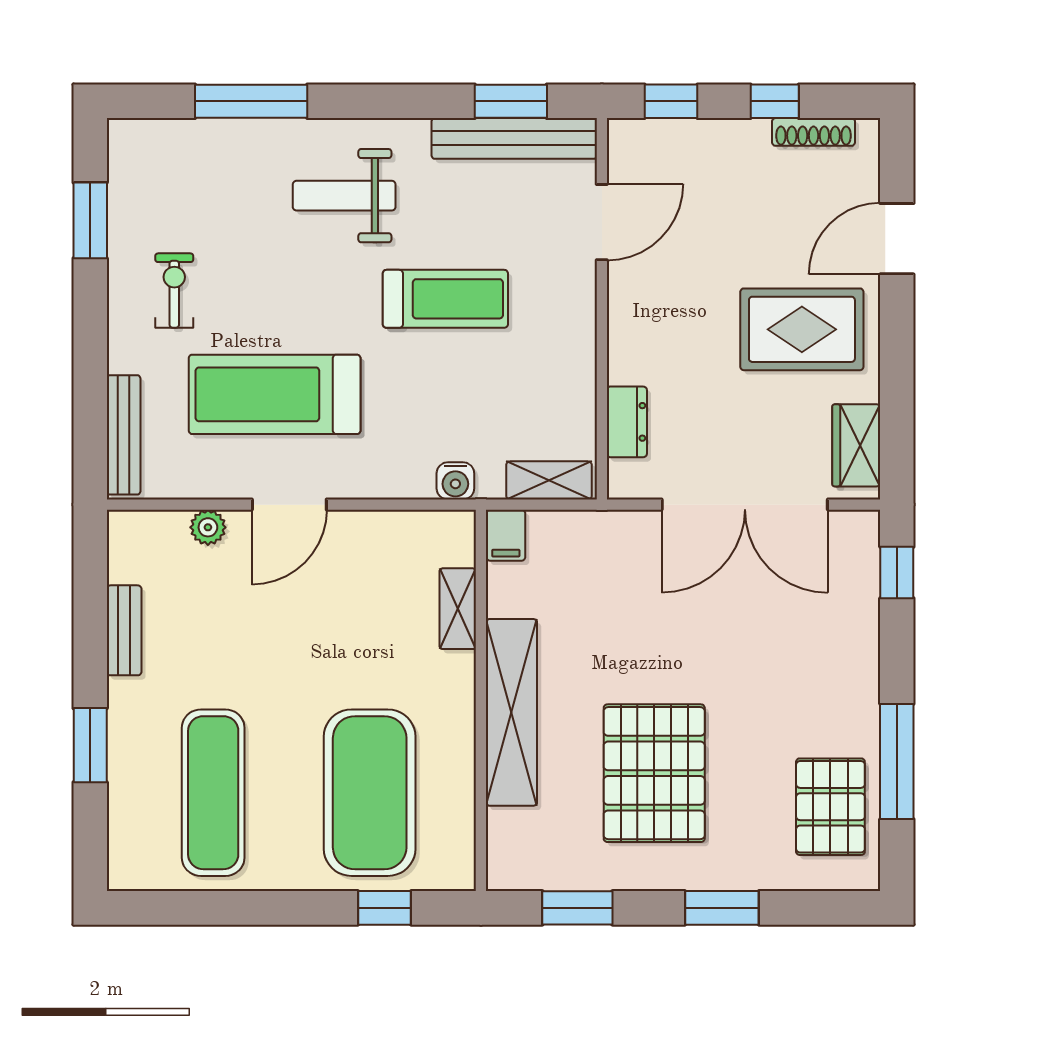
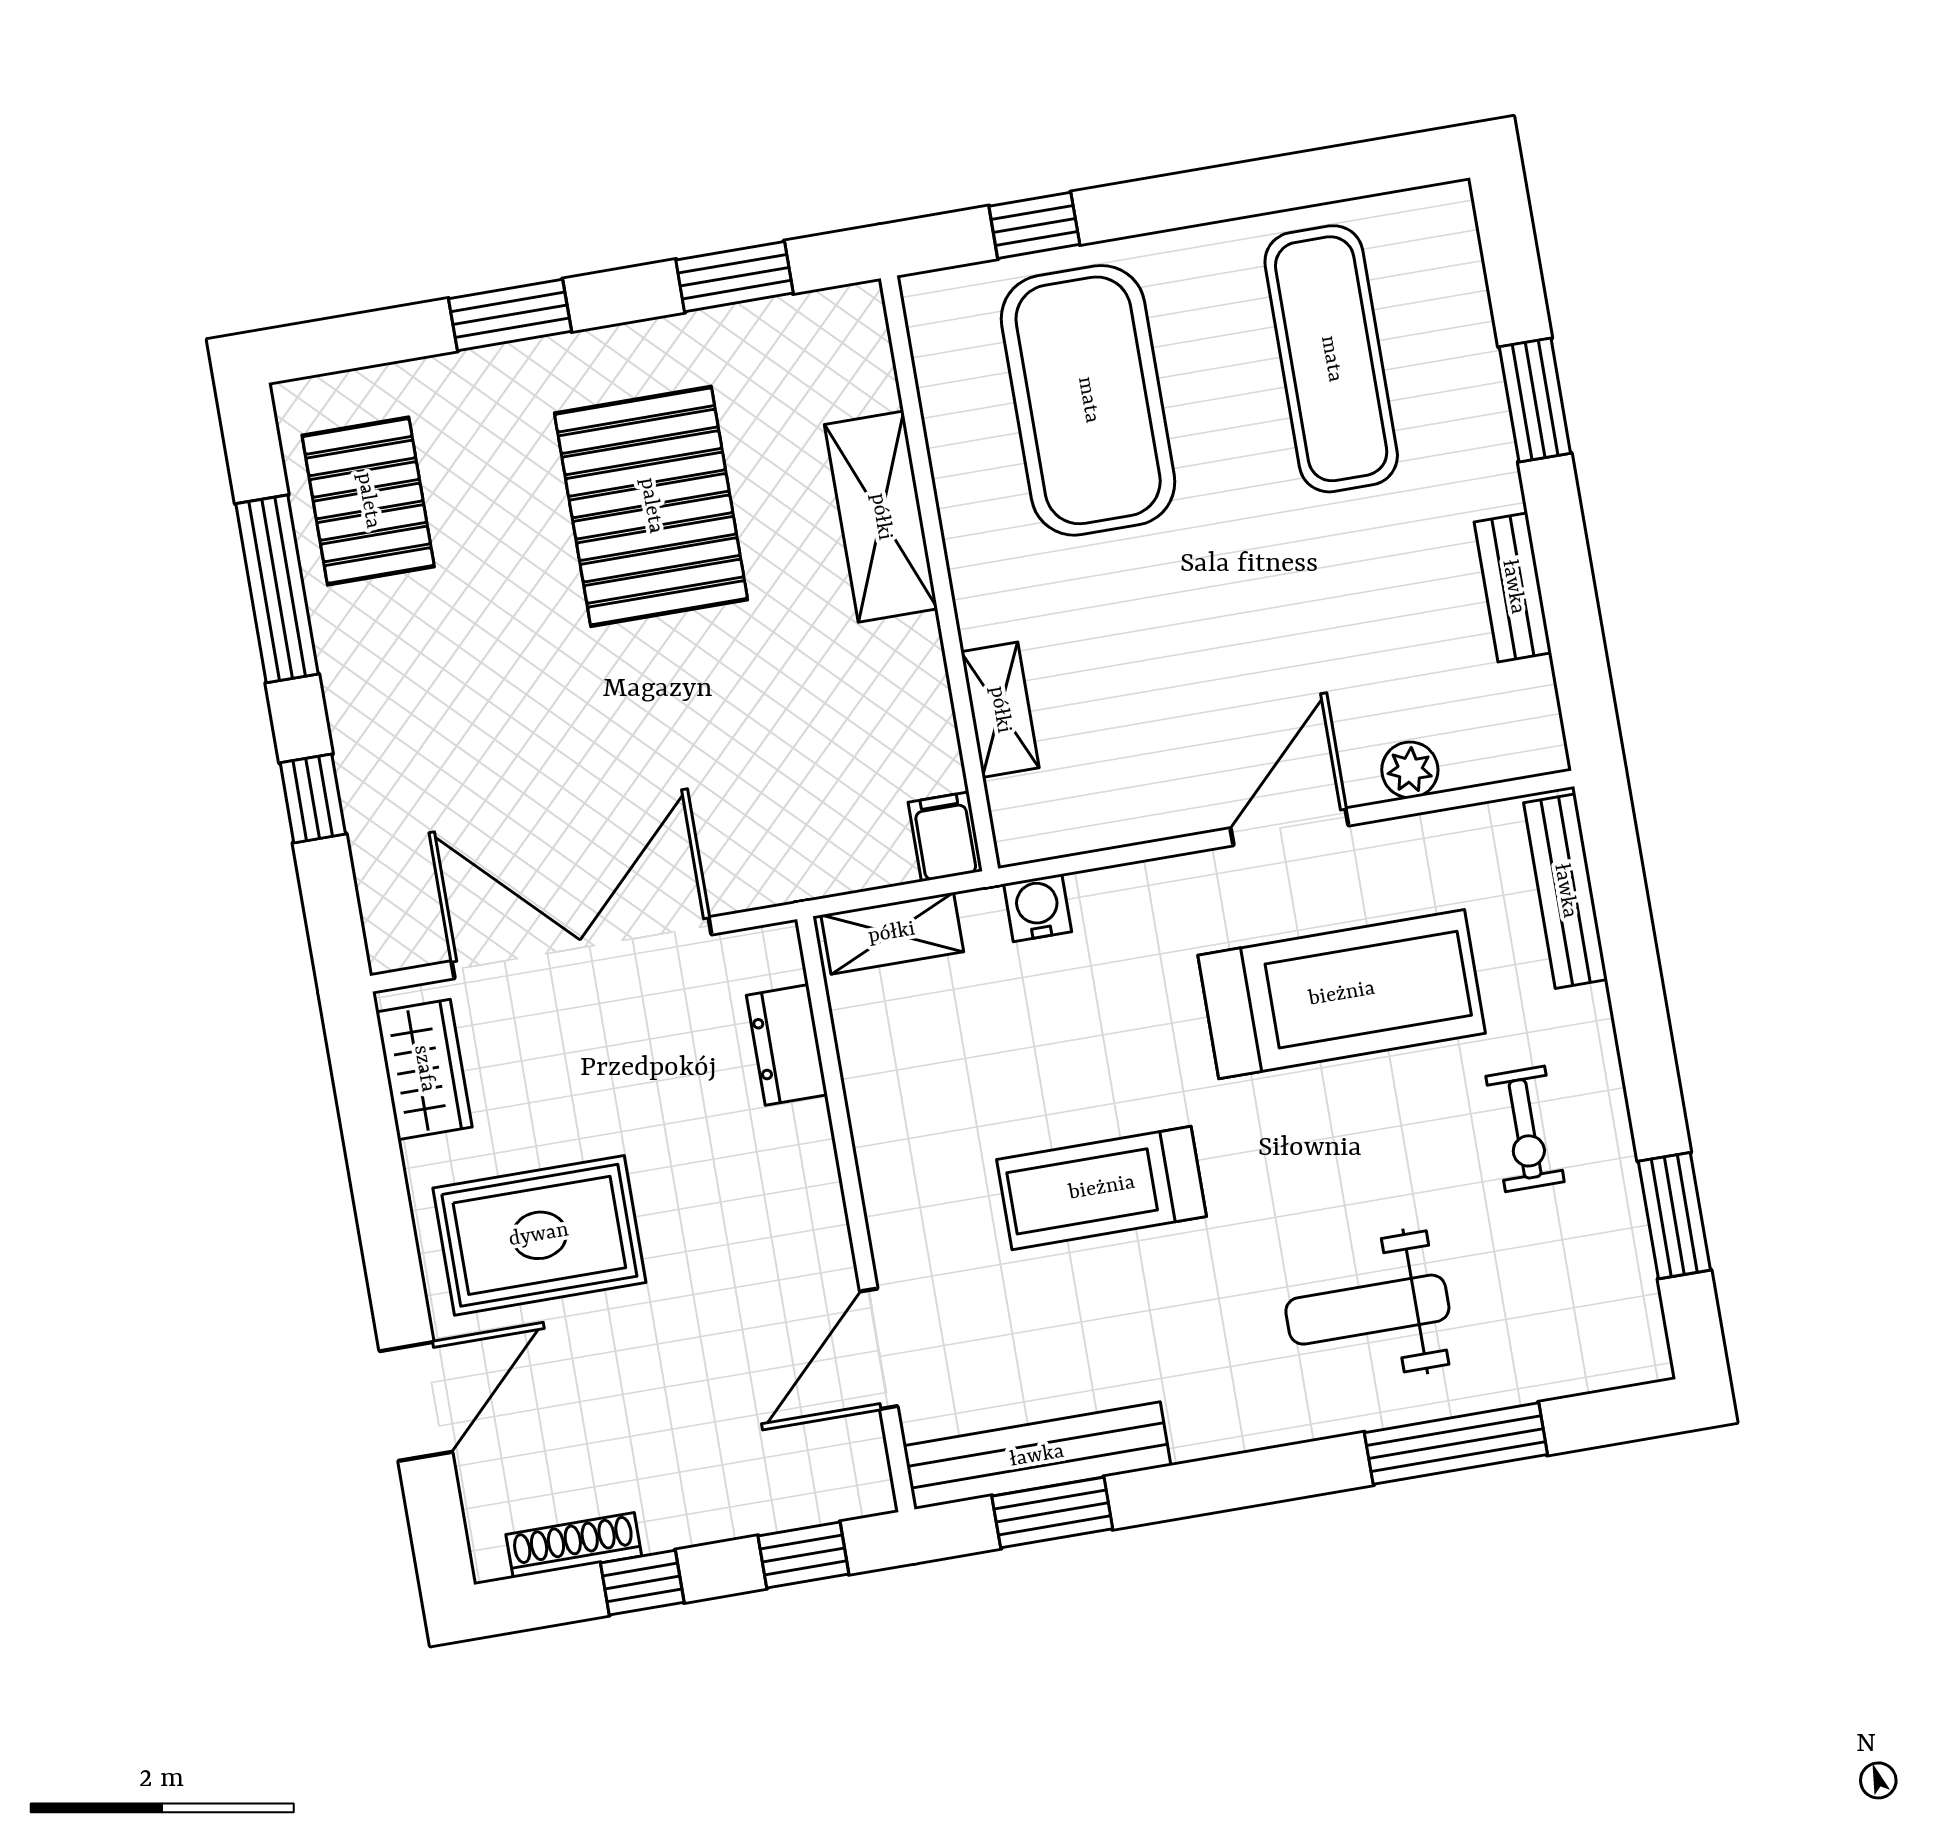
weight bench: (344, 196) -> (1367, 1310), moved, turned 180
window: (897, 572) -> (313, 798), moved
shelving: (511, 712) -> (881, 517), width x0.68

